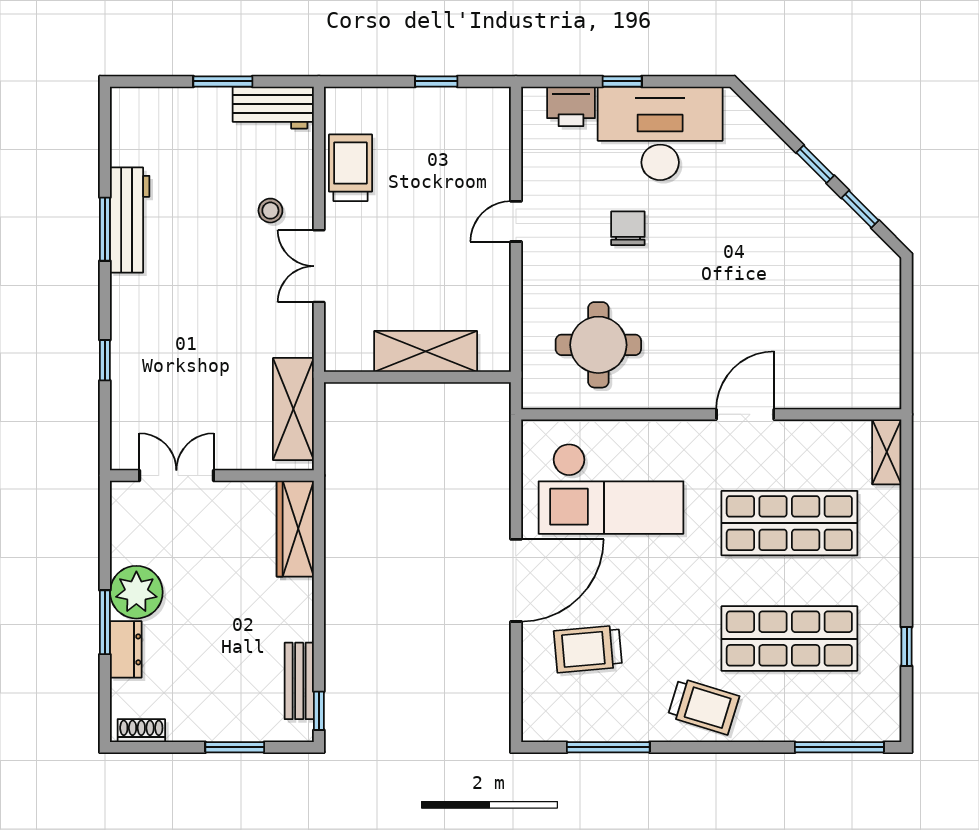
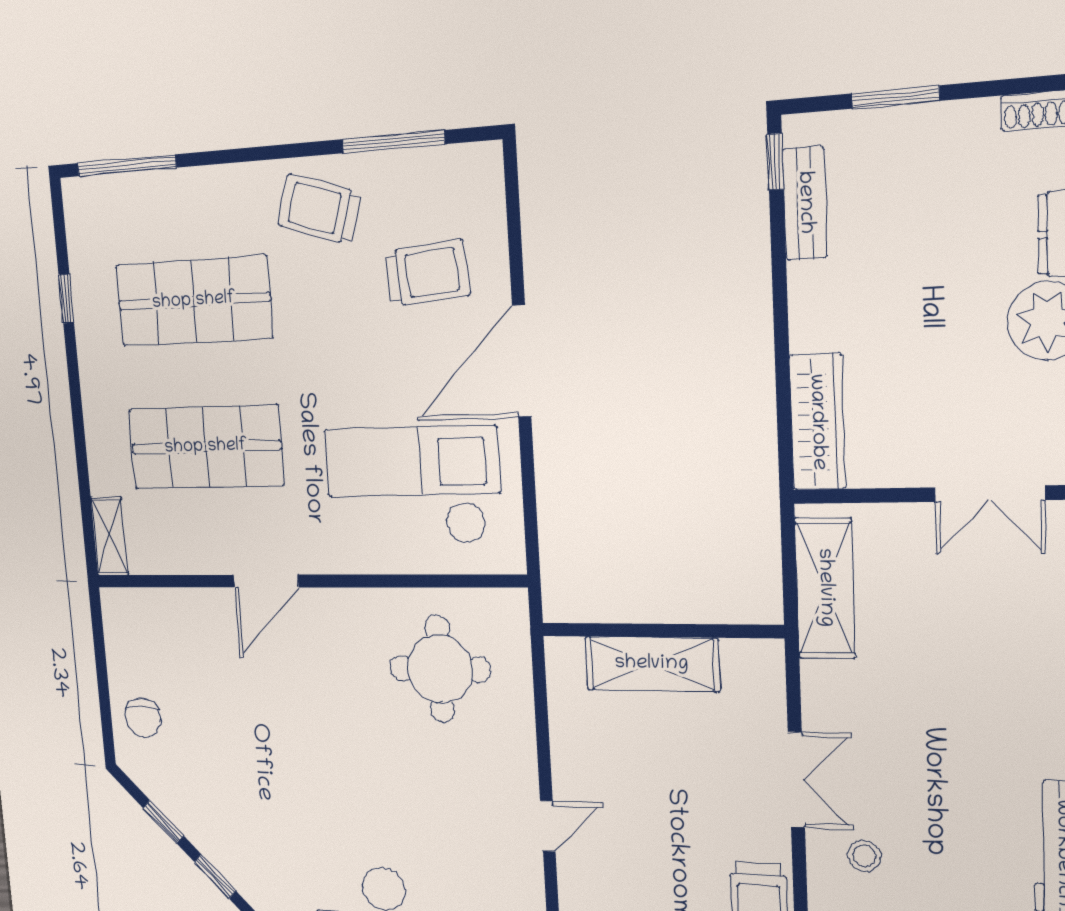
chair: (628, 228) -> (143, 718), moved
trolley: (703, 706) -> (320, 209), moved

